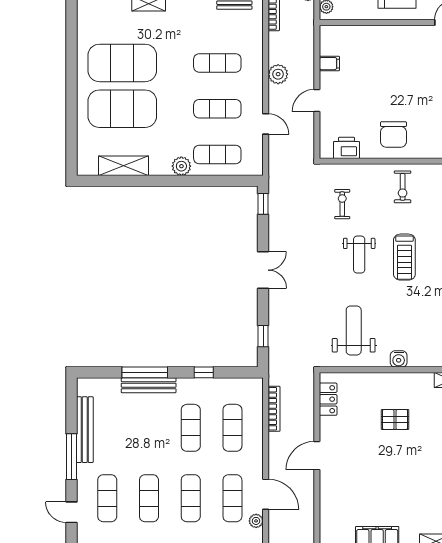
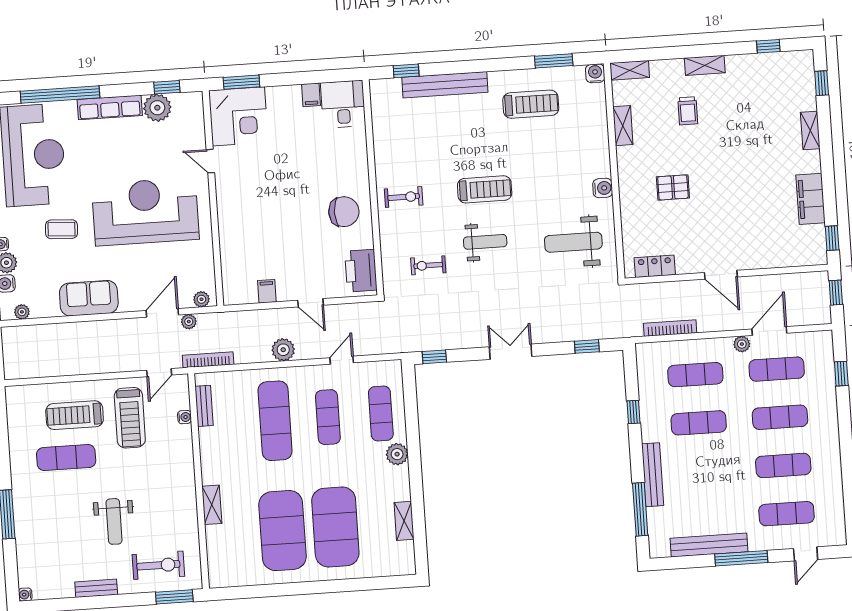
exercise mat: (217, 63) -> (275, 421), width x1.36, depth x1.45
printer: (346, 148) -> (361, 271), width x1.37, depth x1.19
shelving: (124, 166) -> (404, 521), width x0.67, depth x0.75
window: (145, 372) -> (640, 509), moved
pallet: (395, 420) -> (673, 187), turned 90
plant: (256, 521) -> (742, 344), moved

